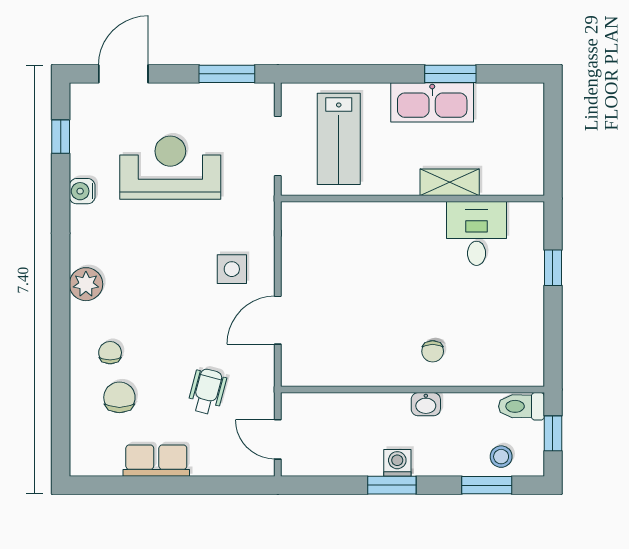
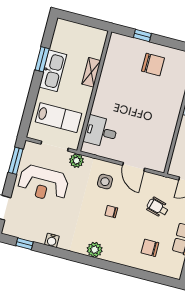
reception desk: (170, 168) -> (43, 183), moved, turned -90
plant: (260, 199) -> (76, 161), added
desk: (477, 233) -> (101, 132), moved
chair: (433, 351) -> (153, 65), moved, width x1.87, depth x1.87
chair: (110, 353) -> (111, 212), moved

